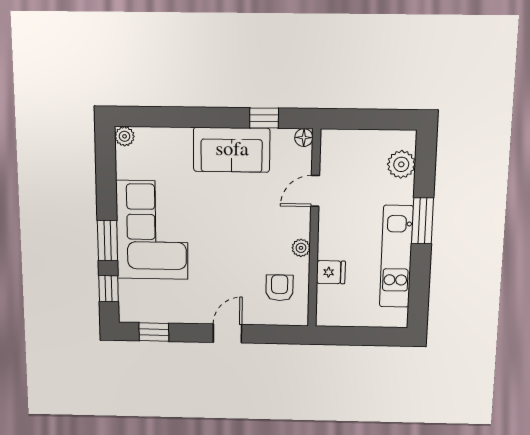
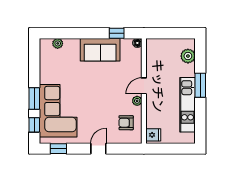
plant: (125, 136) -> (58, 43), moved
door: (315, 191) -> (144, 86), moved
corner sofa: (152, 230) -> (58, 111), moved
fridge: (331, 272) -> (153, 135), moved
armchair: (280, 288) -> (126, 123), turned -90

